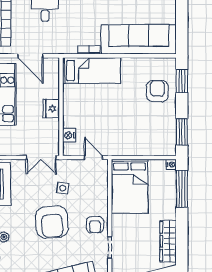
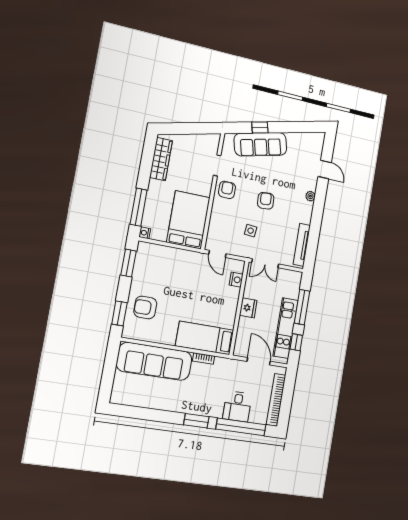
armchair: (157, 91) -> (145, 307), turned 90
double door: (41, 158) -> (265, 263), swing flipped
armchair: (52, 222) -> (266, 201), width x0.53, depth x0.53

